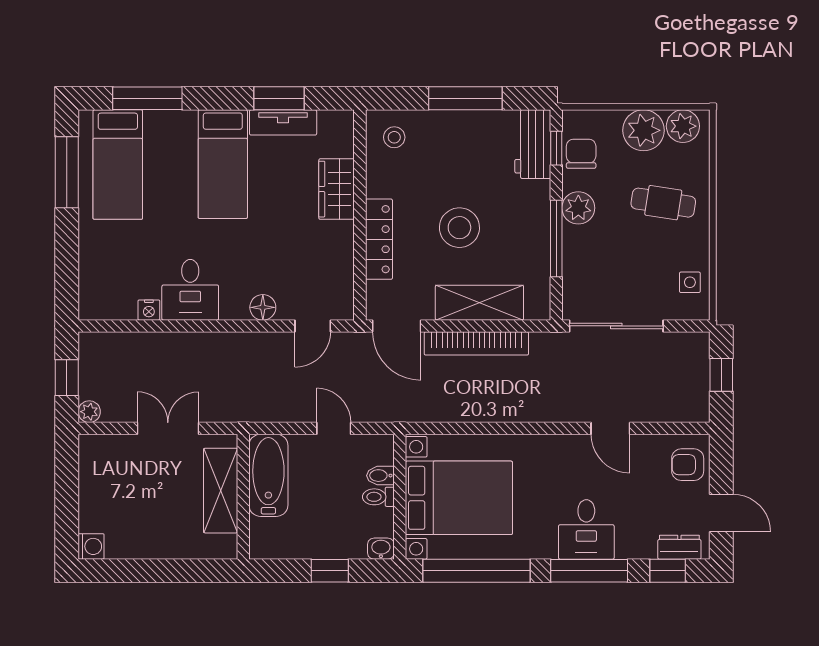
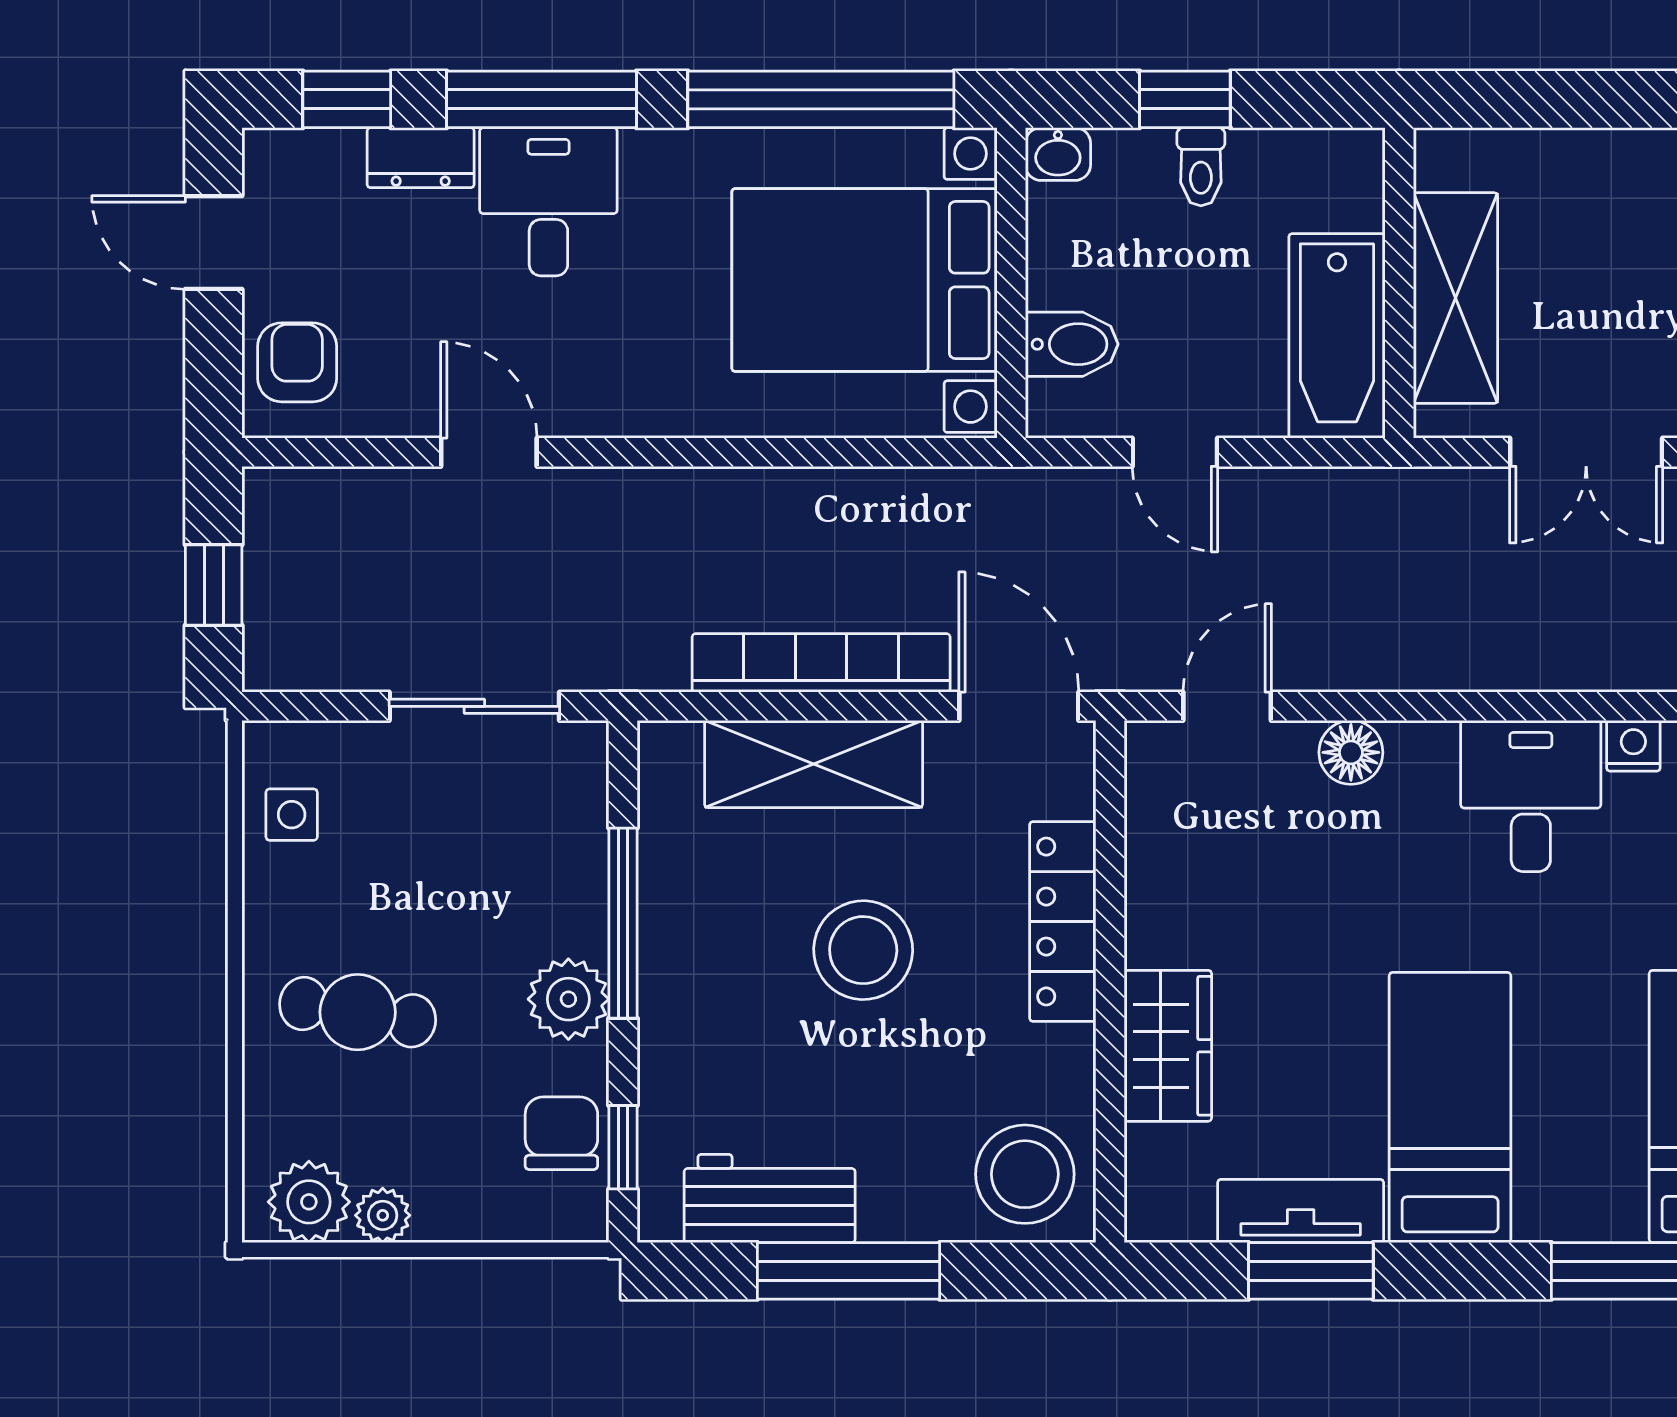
plant: (644, 130) -> (383, 1215), width x0.53, depth x0.53
stool: (394, 137) -> (1025, 1174), width x1.89, depth x1.89
workbench: (533, 144) -> (770, 1198), moved, turned -90
chair: (581, 154) -> (561, 1133), turned 180
sliding door: (616, 326) -> (474, 706), width x0.73
armchair: (688, 465) -> (297, 362), turned -90
bidet: (380, 476) -> (1072, 344), width x1.38, depth x1.36
toilet: (378, 497) -> (1201, 167), moved, turned 90
dresser: (679, 547) -> (421, 158), moved

